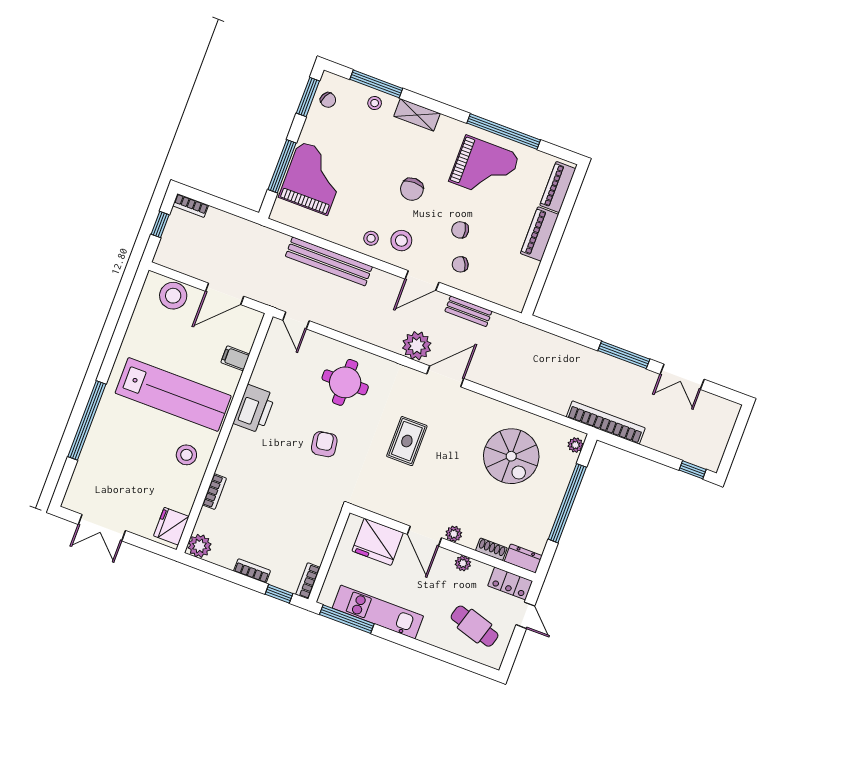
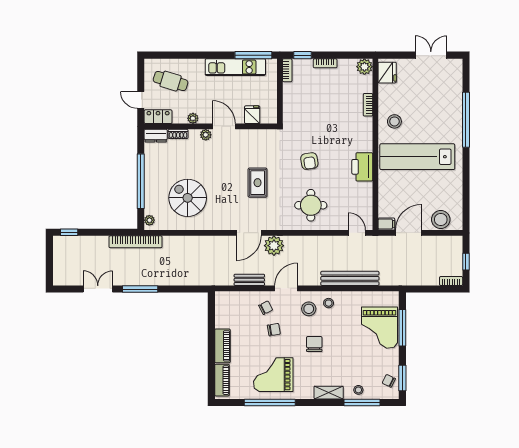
filing cabinet: (235, 358) -> (386, 224), moved
fridge: (378, 542) -> (252, 115), width x0.53, depth x0.75

